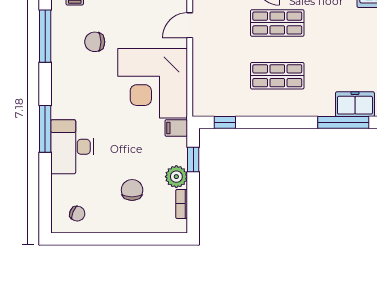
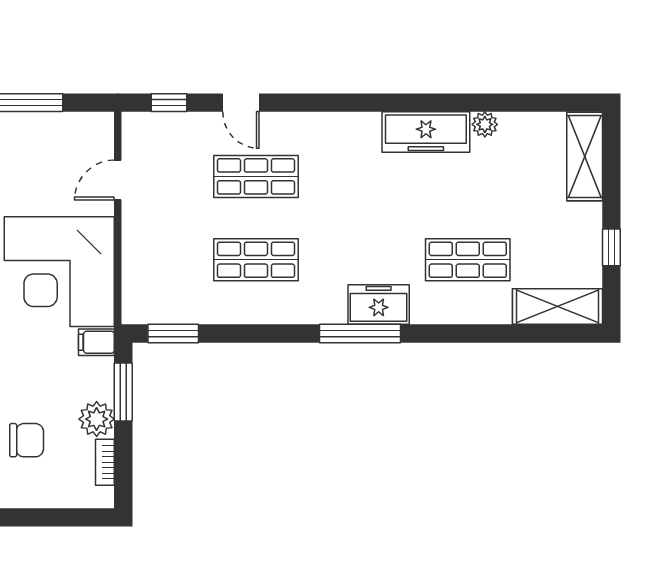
window: (225, 122) -> (173, 333), width x1.50
window: (193, 160) -> (123, 392), width x1.50
chair: (132, 190) -> (27, 440), turned 90

